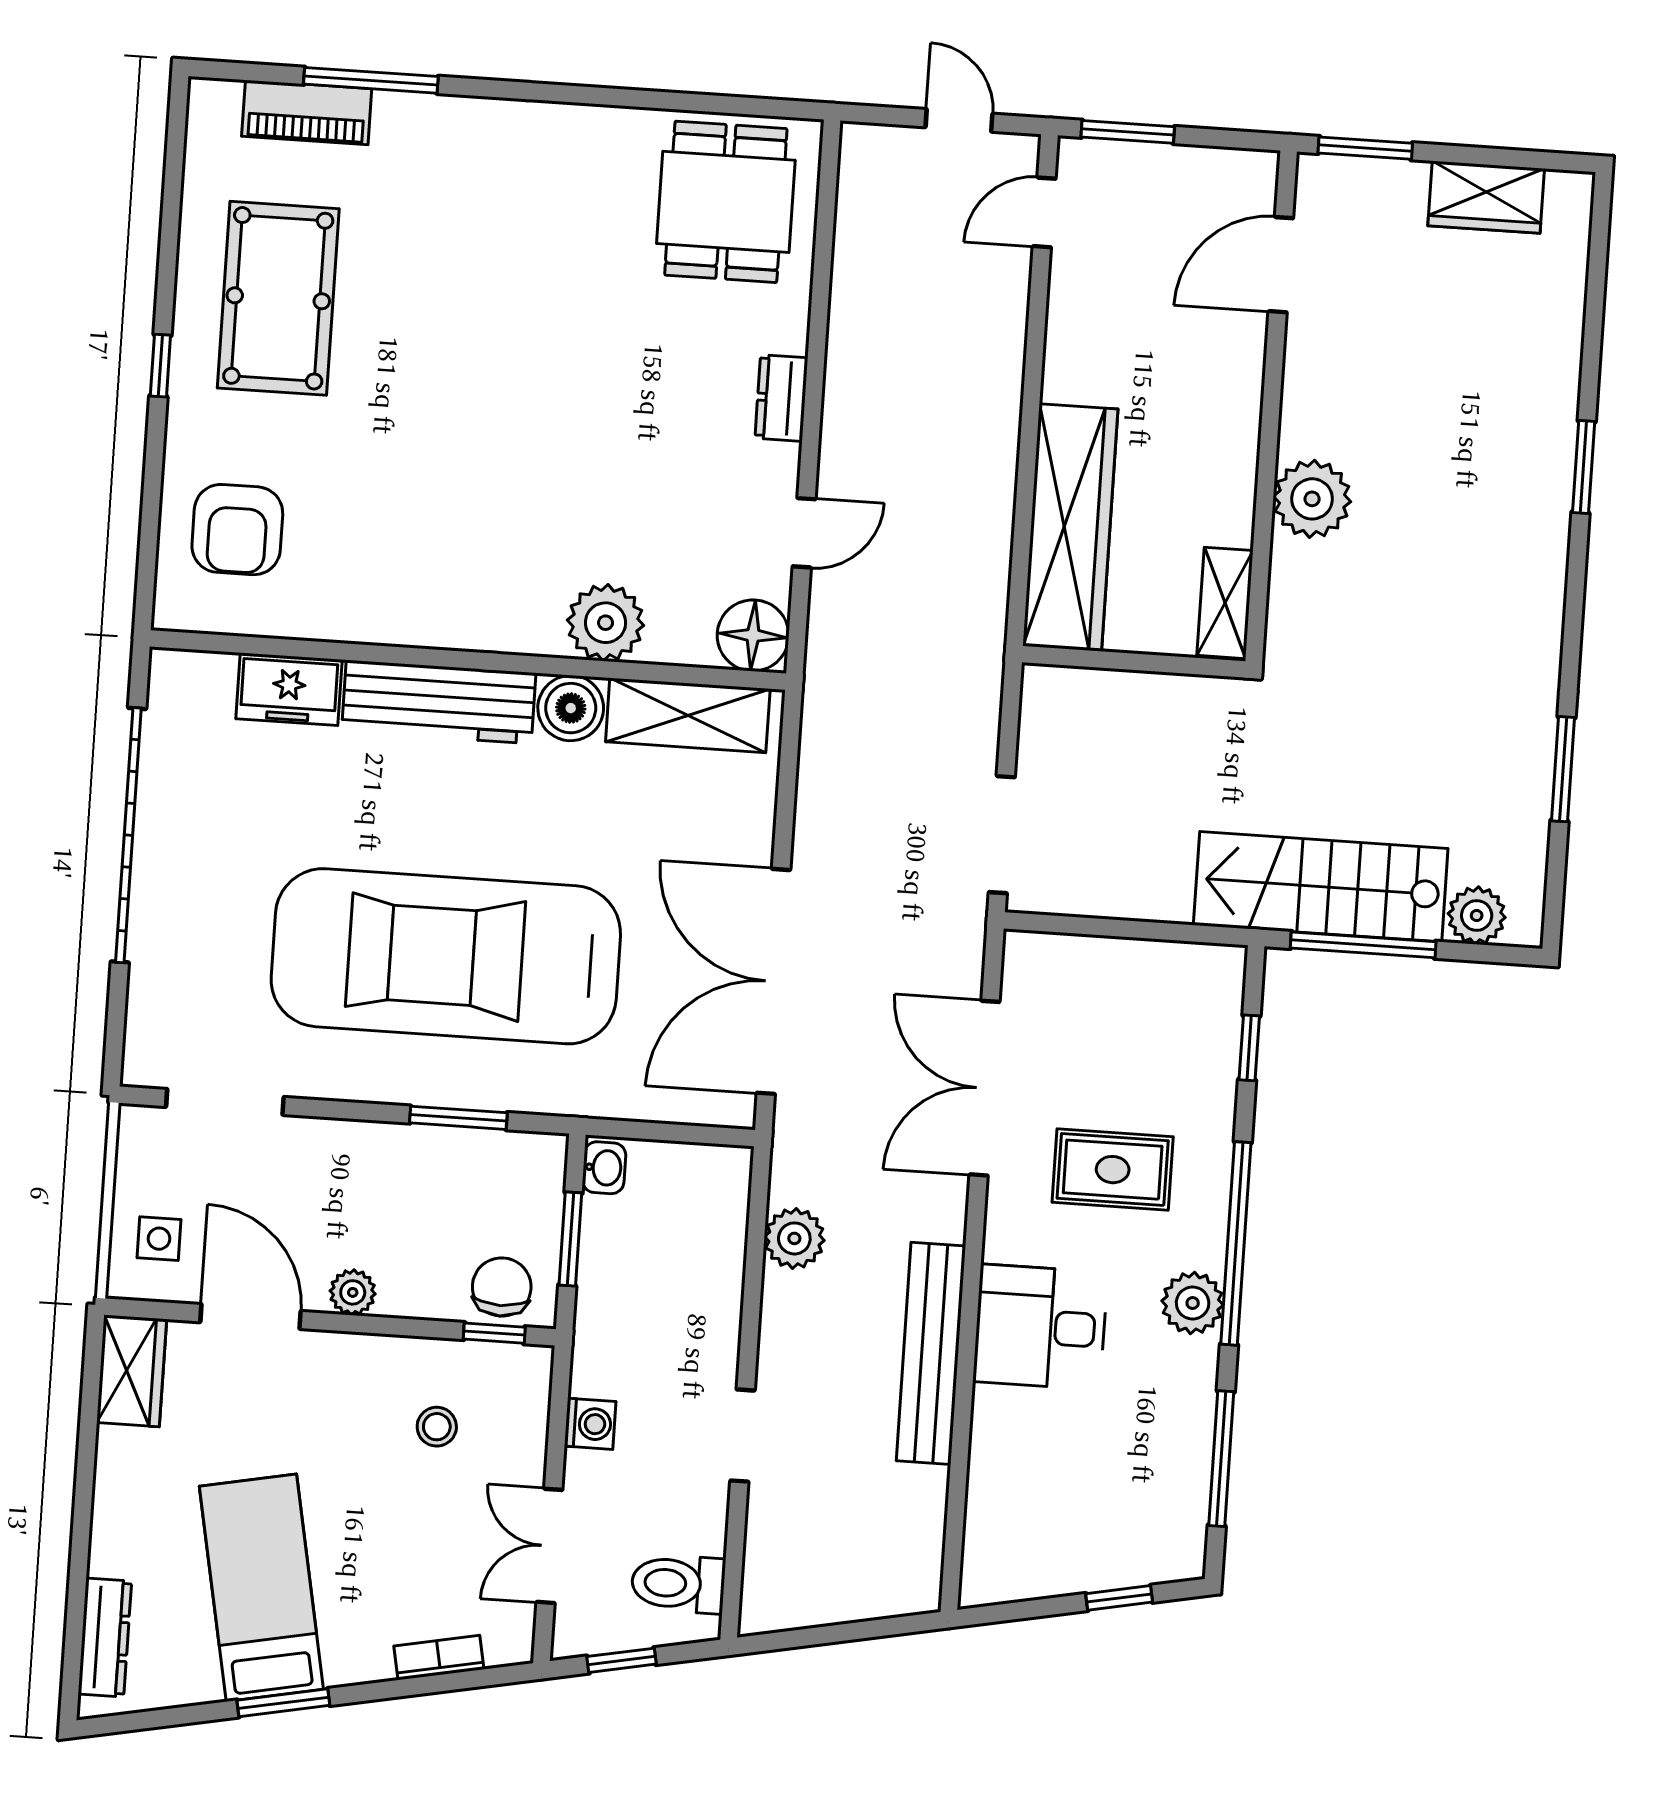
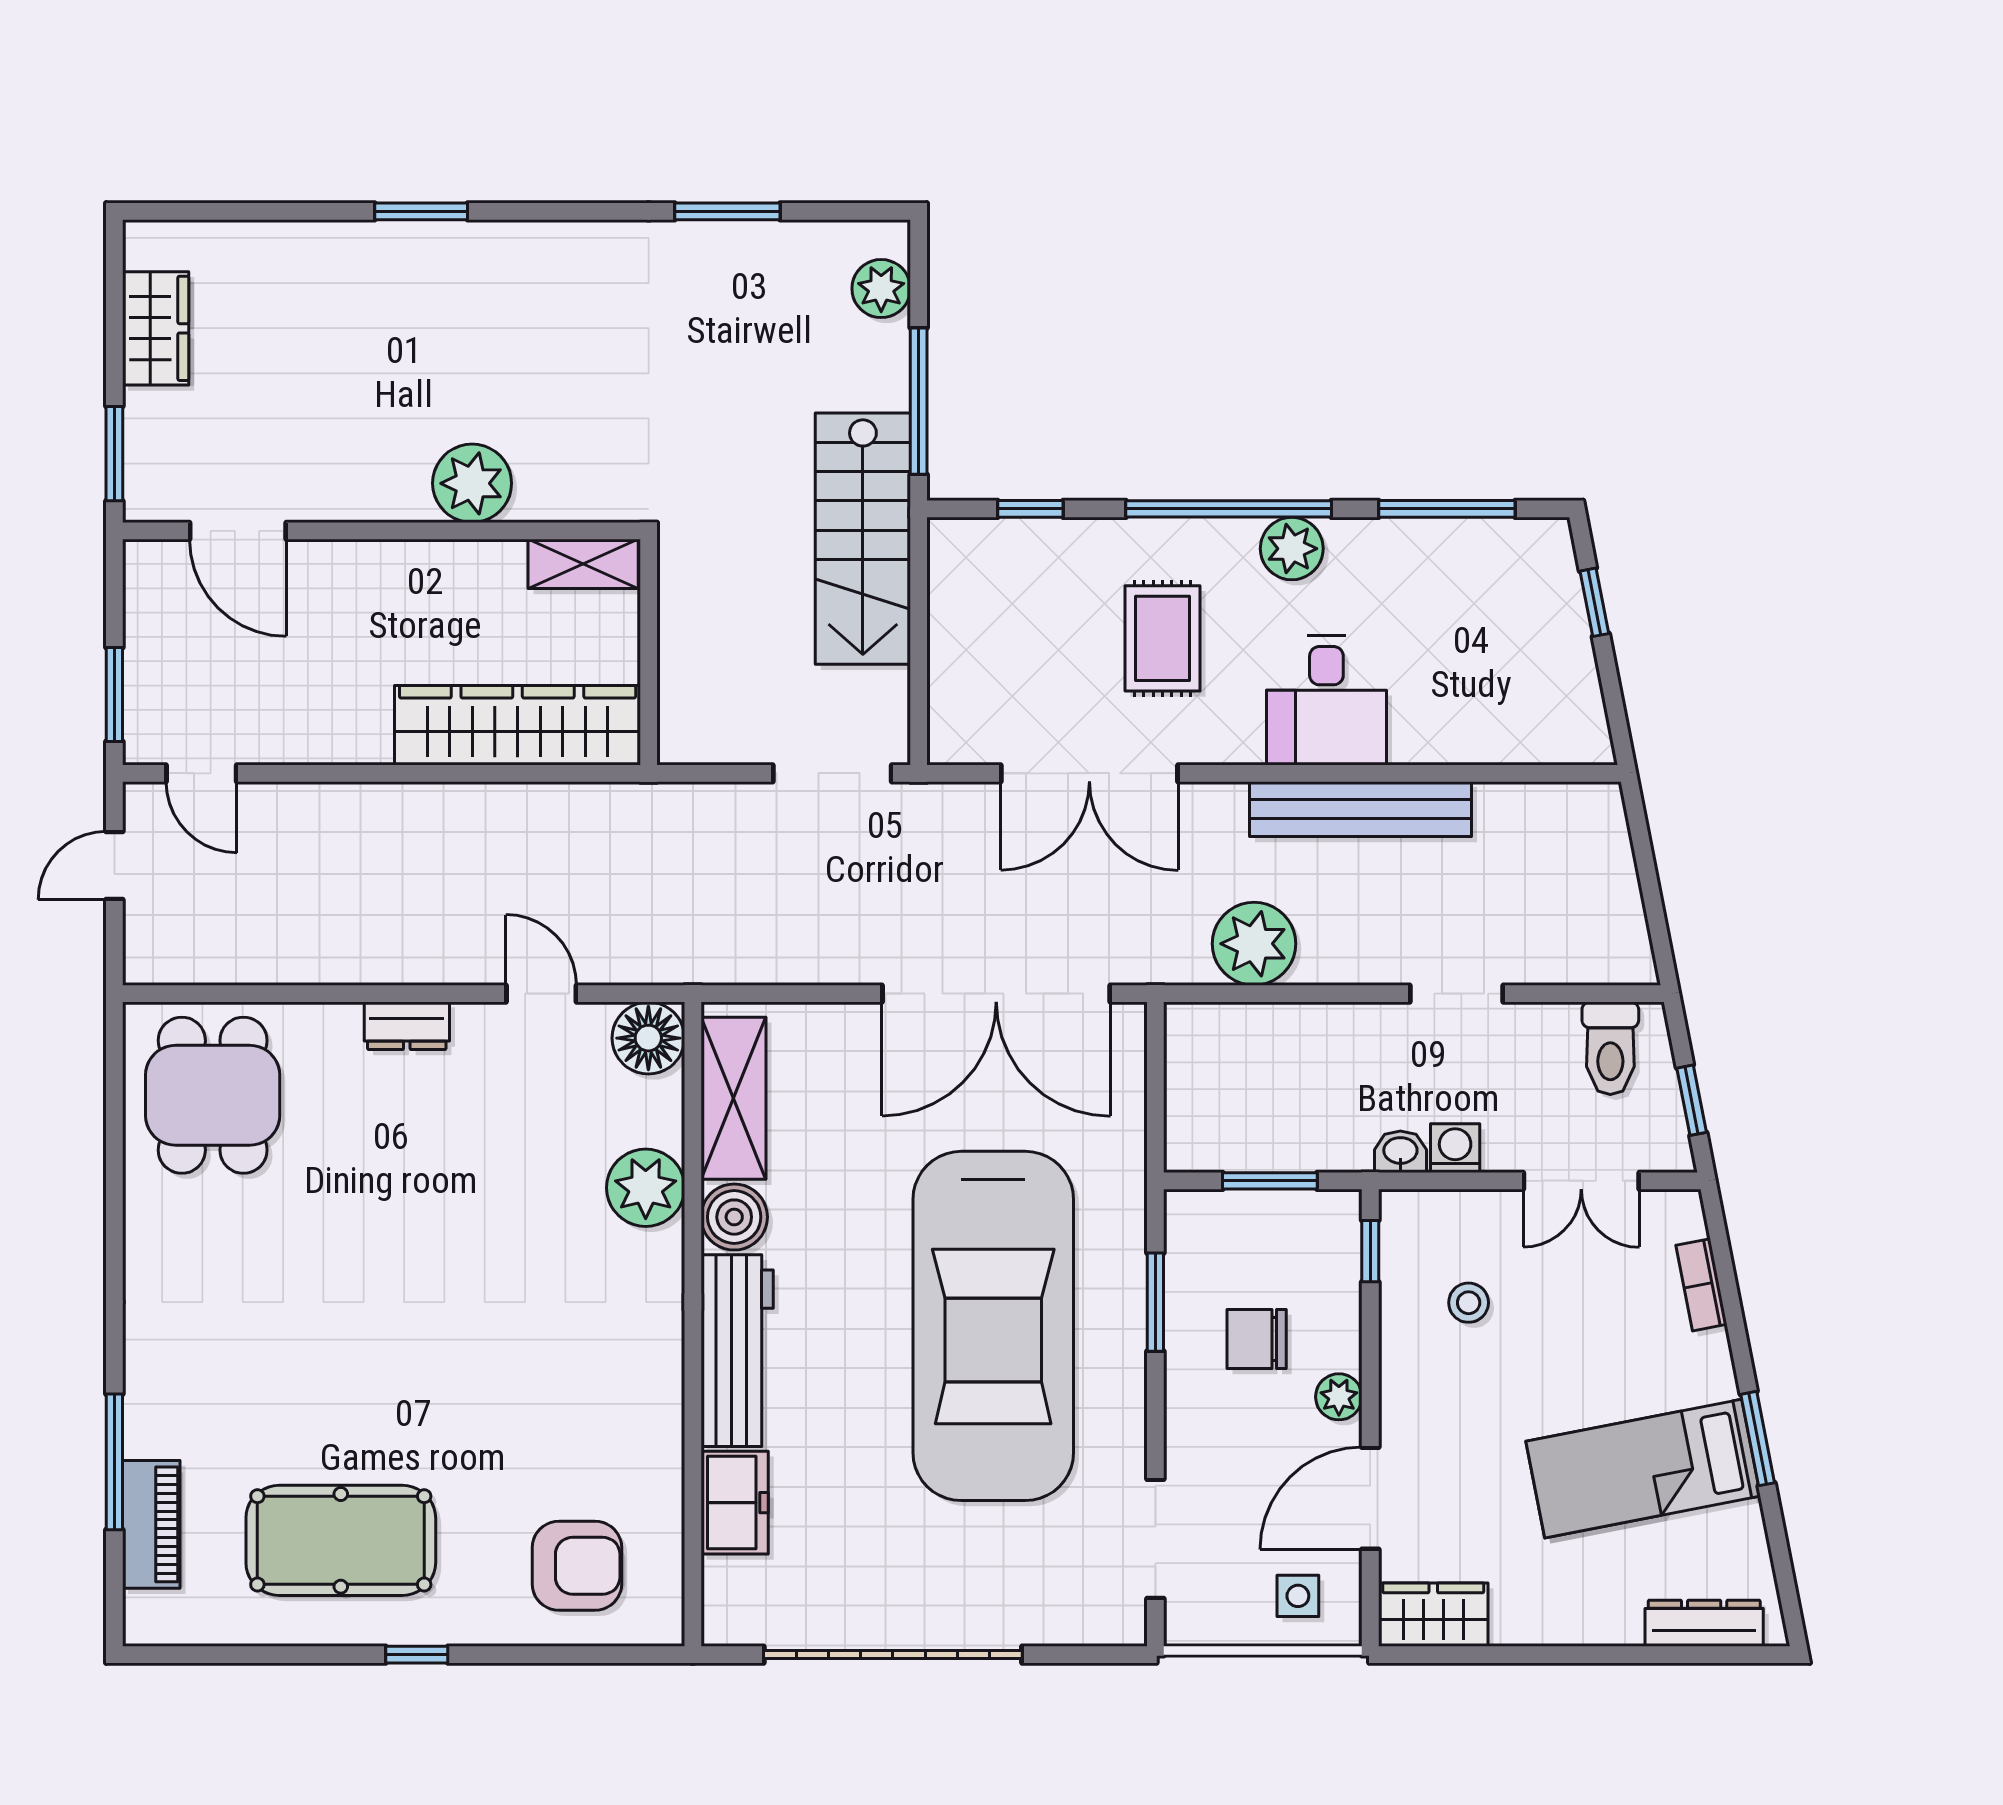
dining table: (726, 202) -> (213, 1095), turned 90
stairs: (1321, 887) -> (863, 539), moved
washbasin: (604, 1168) -> (1400, 1152), moved
plant: (794, 1238) -> (1254, 944), width x1.36, depth x1.36
chair: (502, 1287) -> (1257, 1339), moved

